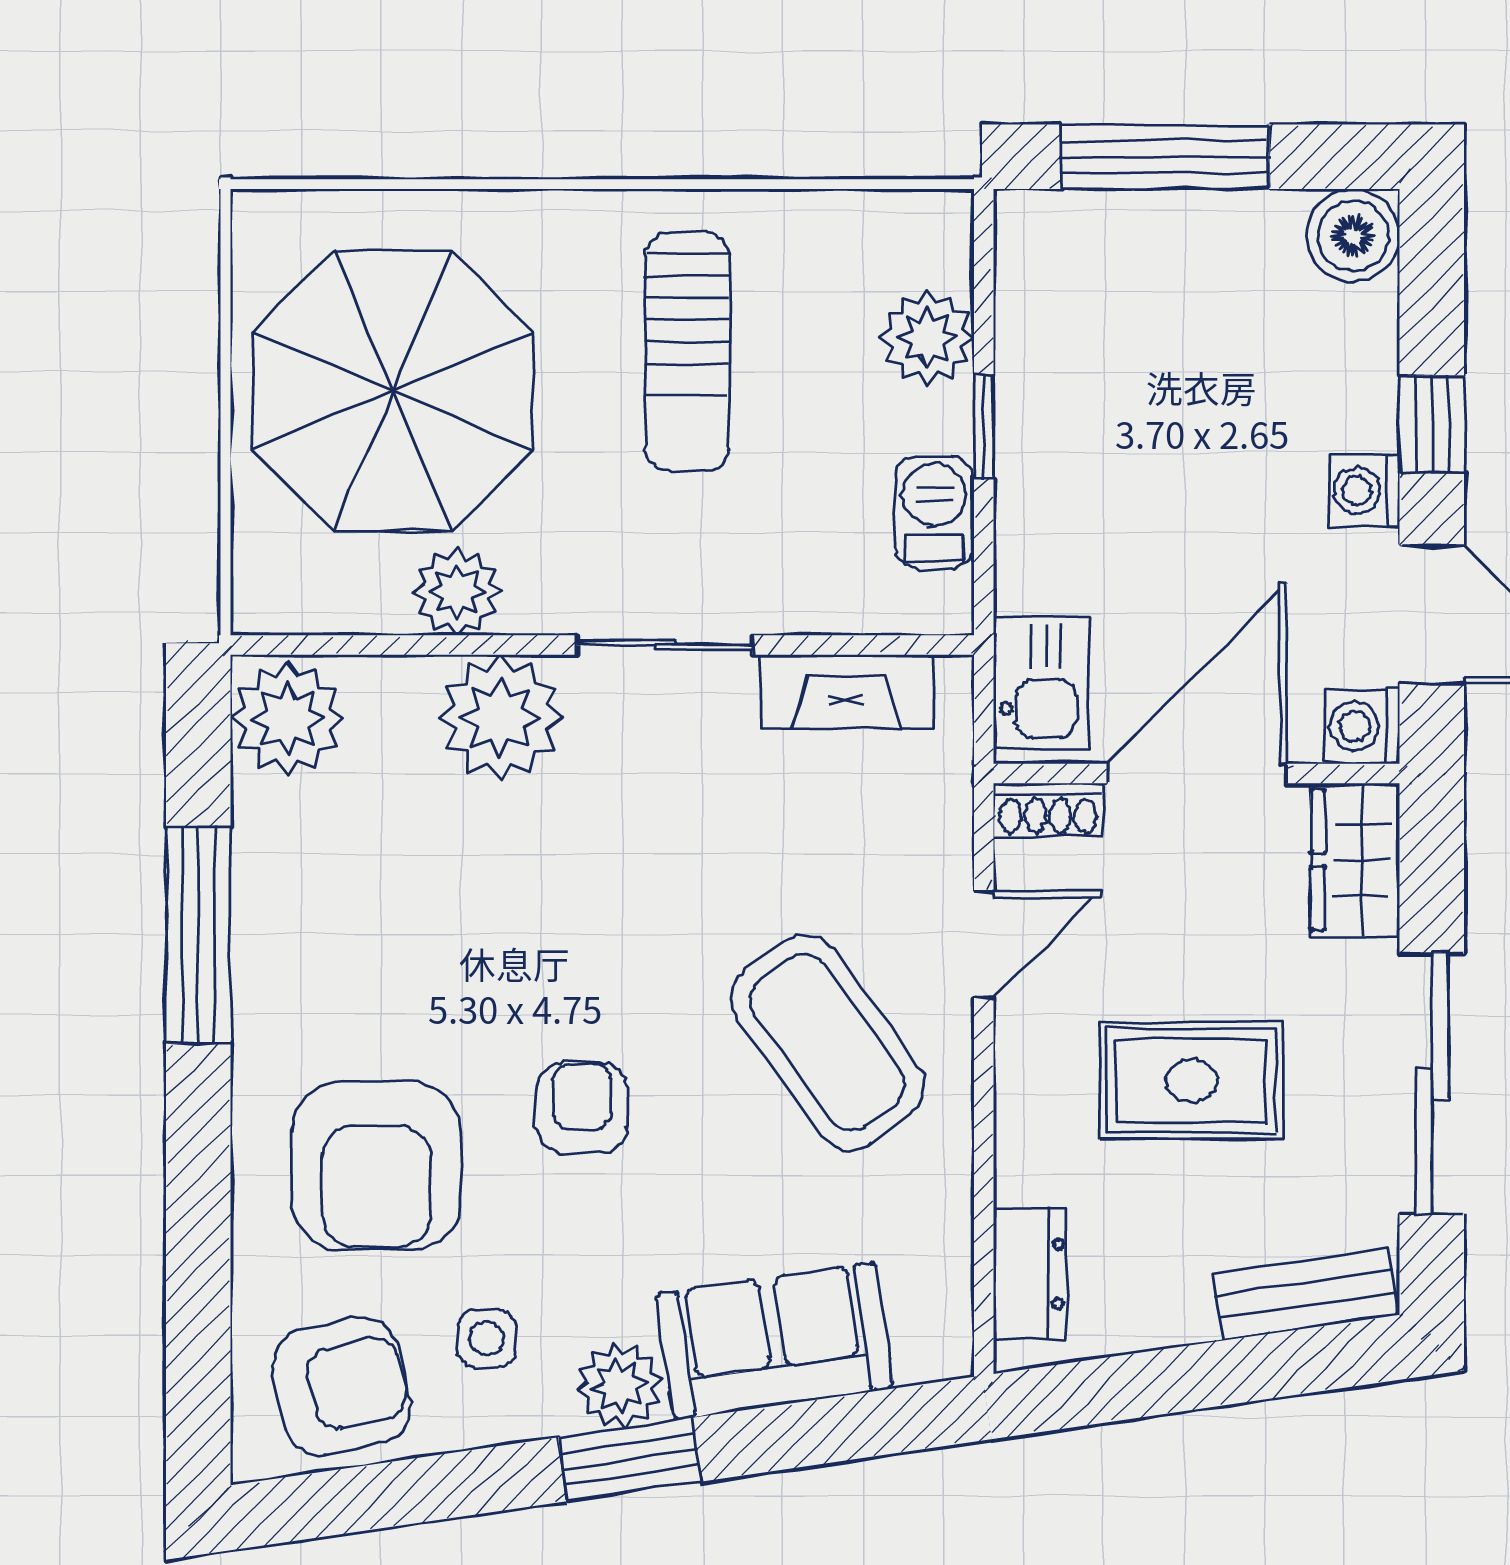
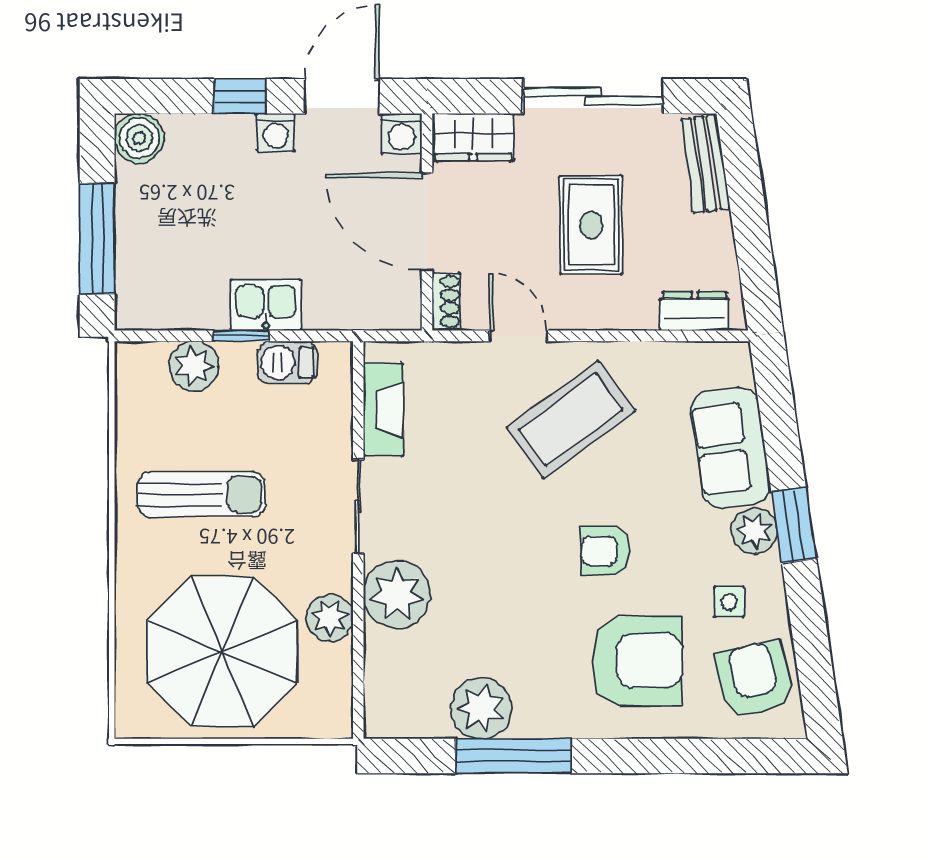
kitchen sink: (1041, 682) -> (266, 305), moved
plant: (287, 719) -> (481, 708), moved

